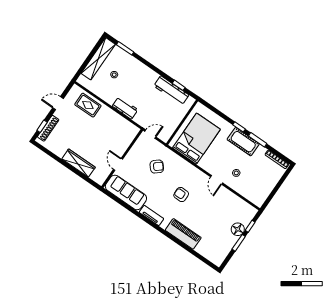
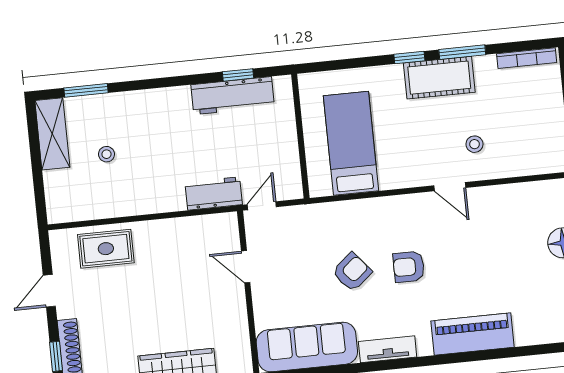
shelving: (98, 59) -> (52, 134), width x0.68
workbench: (125, 108) -> (214, 193), moved
bed: (196, 139) -> (351, 143), width x0.67
door: (118, 164) -> (246, 267), moved
armchair: (157, 167) -> (352, 272), moved

